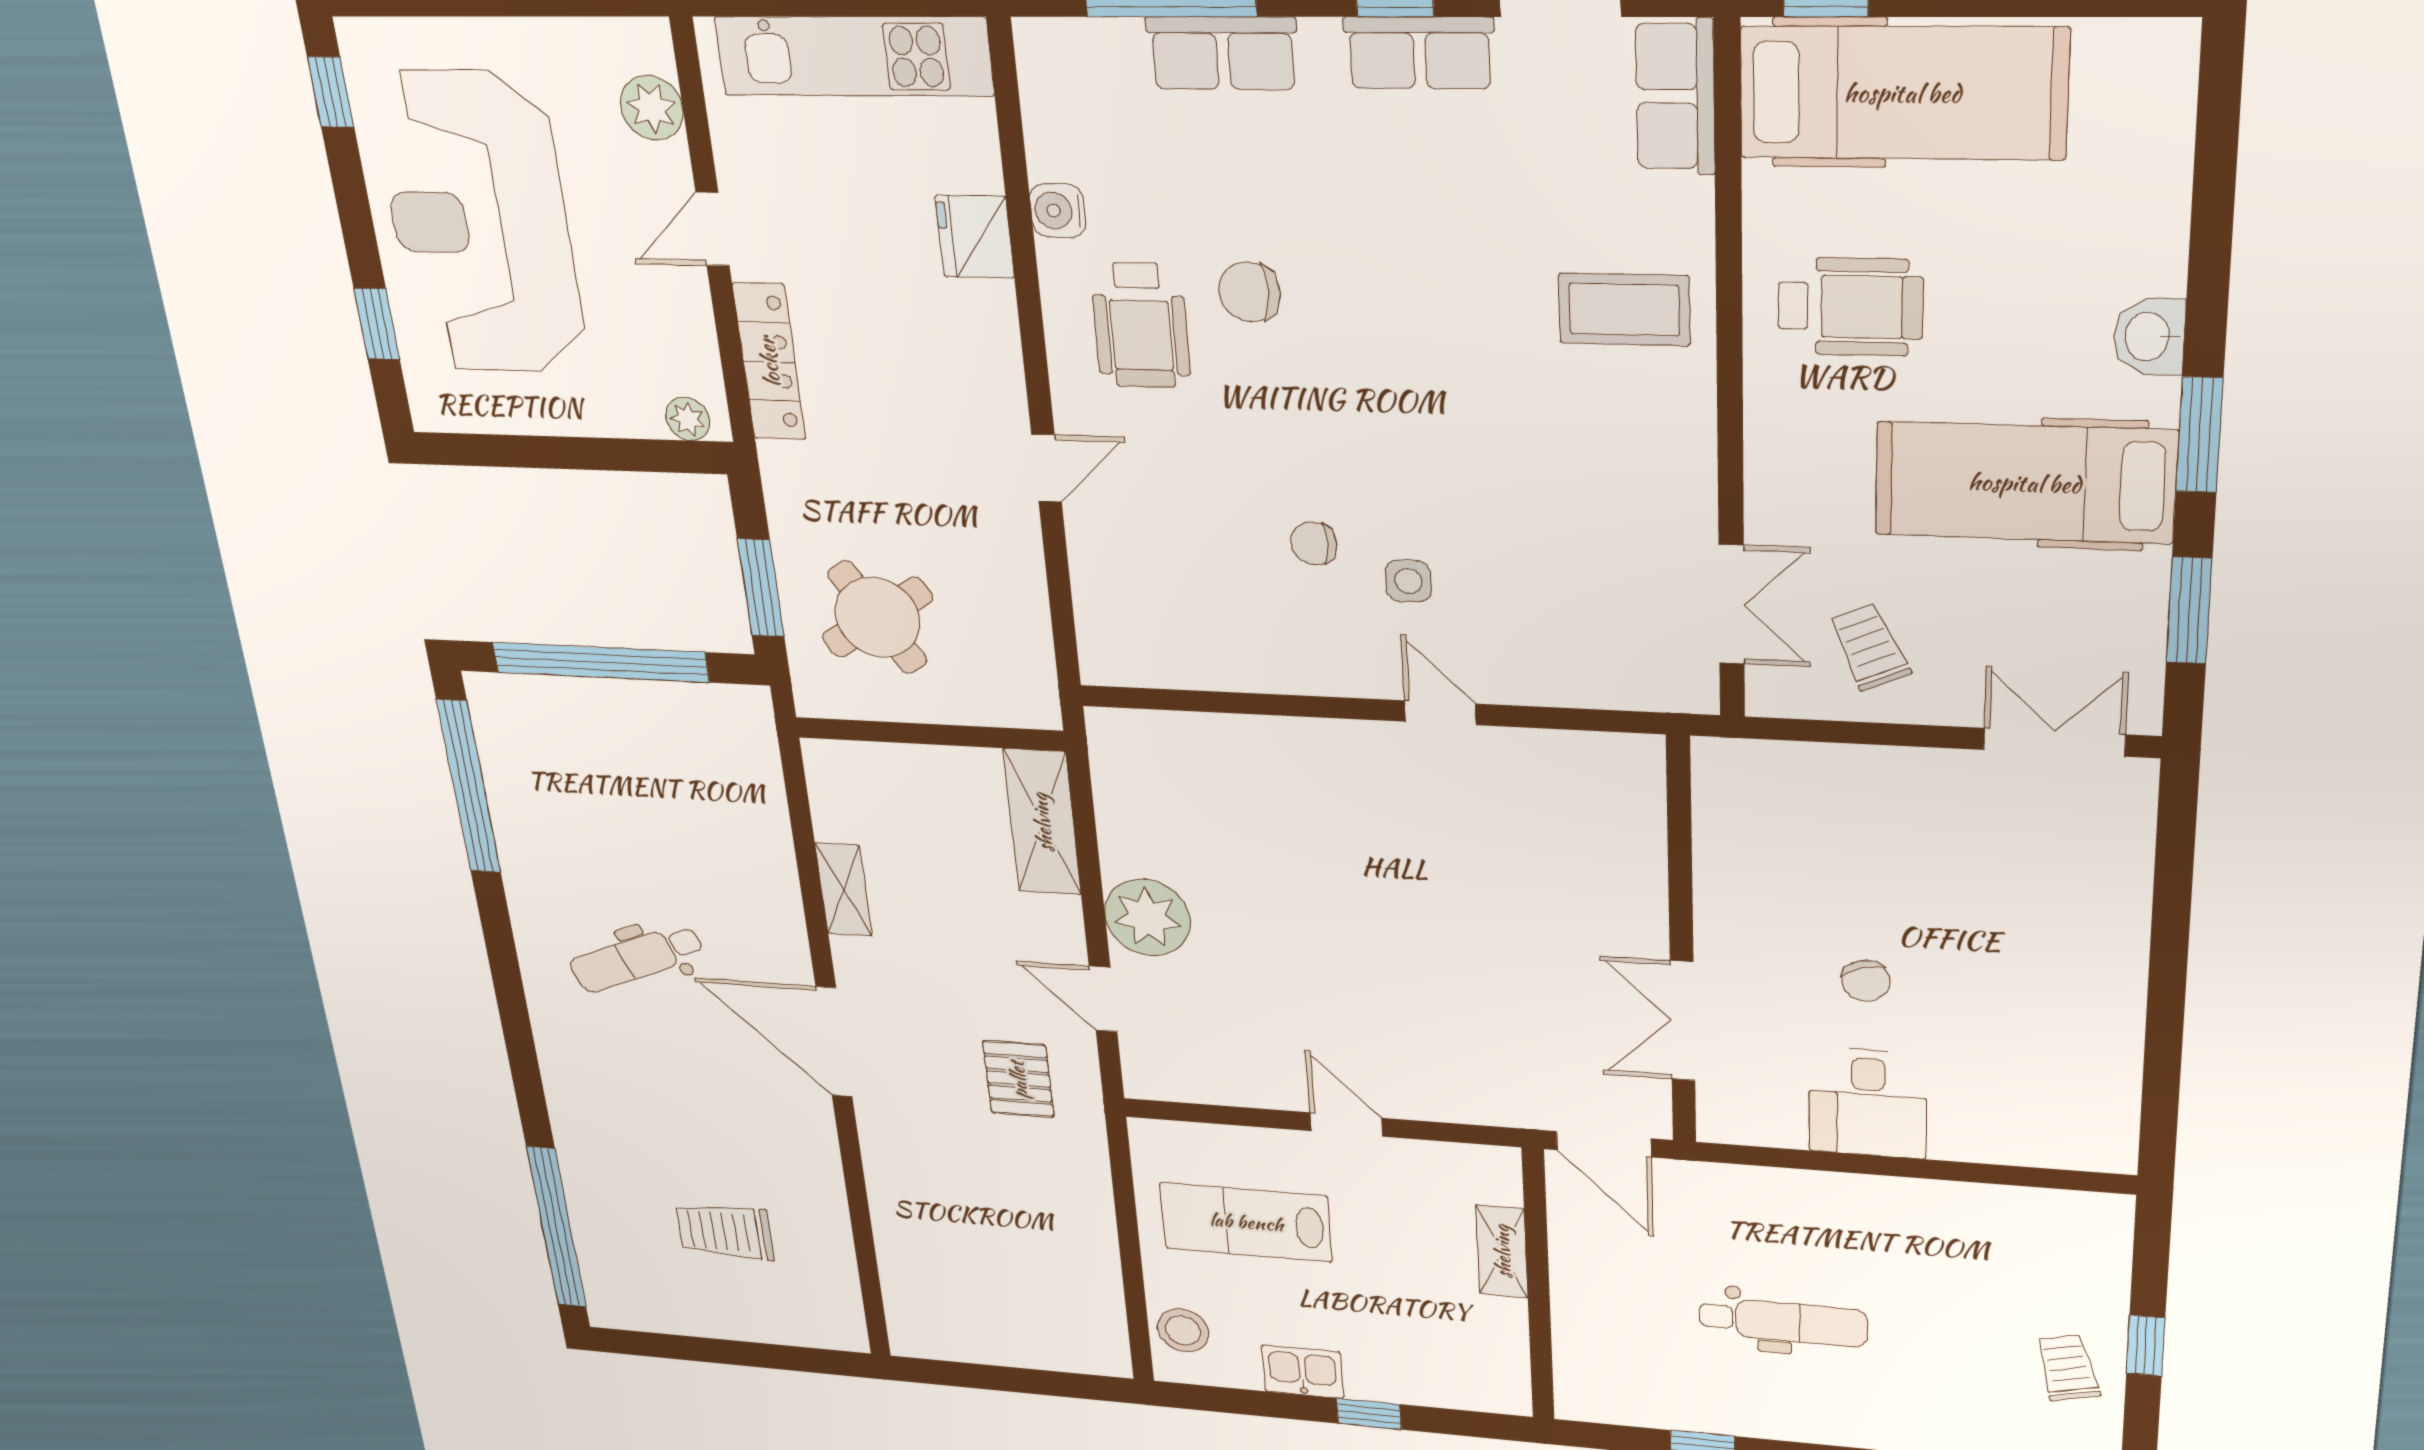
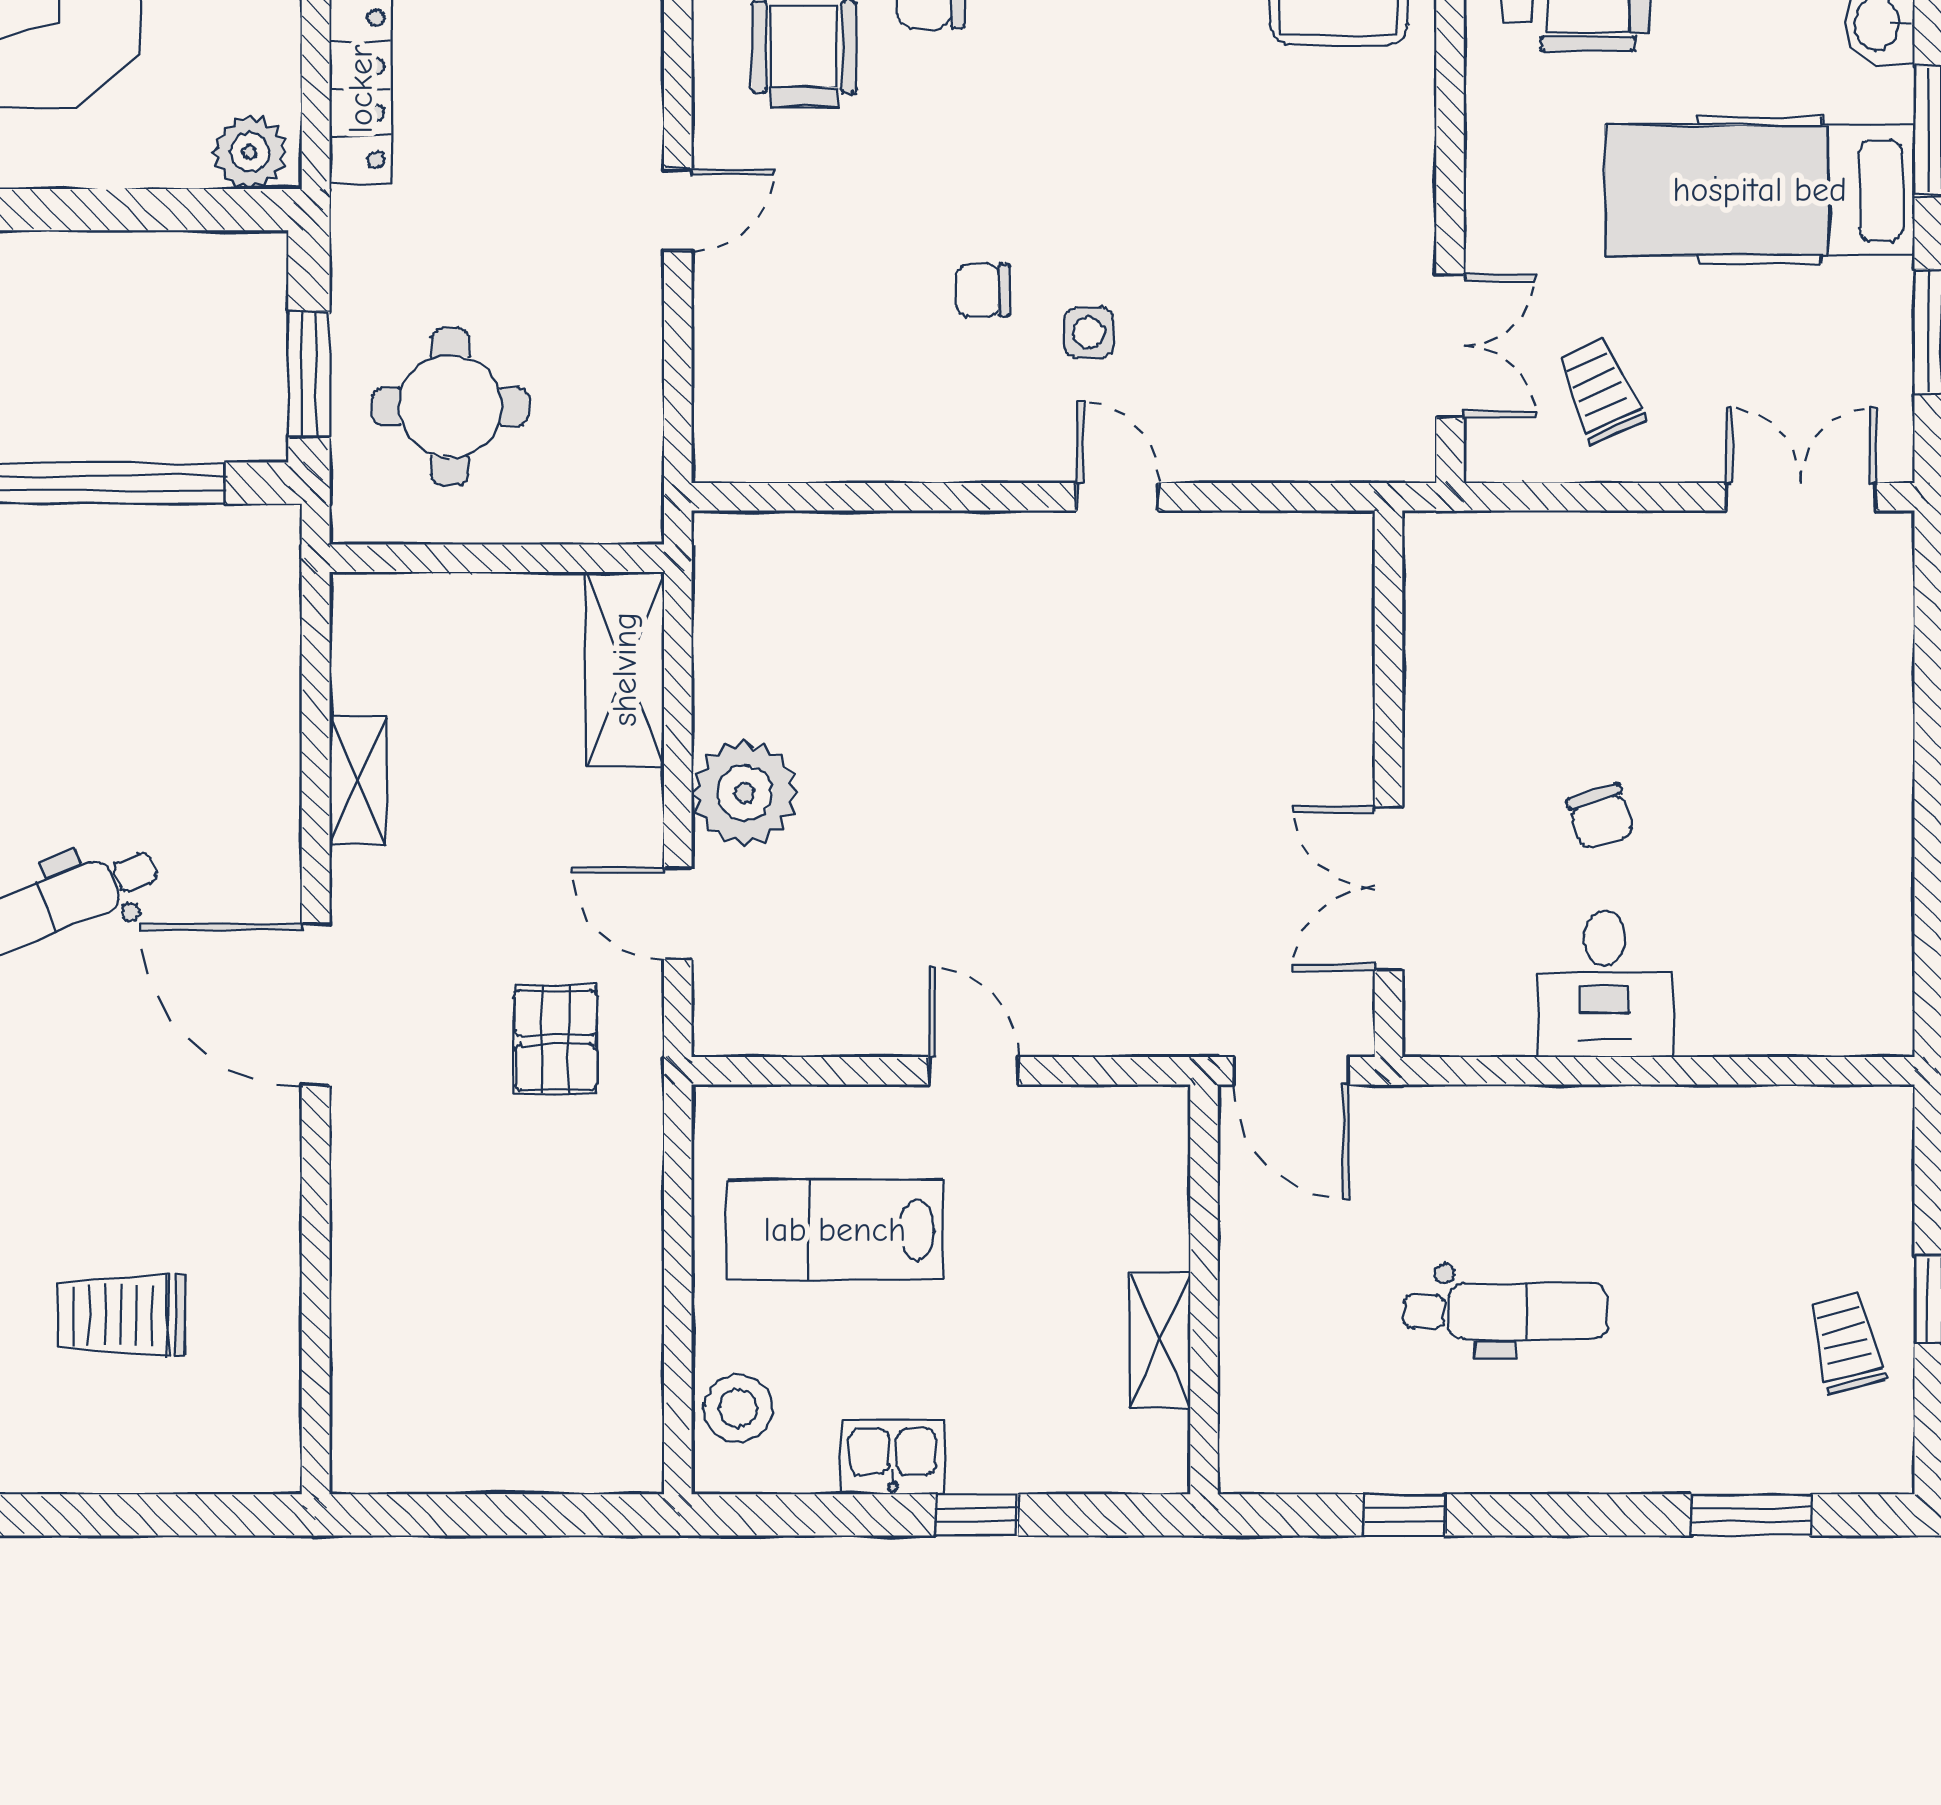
plant: (688, 419) -> (250, 152), width x1.38, depth x1.38
round table: (877, 617) -> (450, 406), turned 33
shelving: (1502, 1251) -> (1160, 1340), moved

